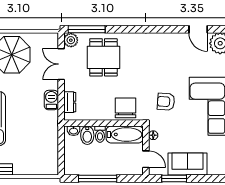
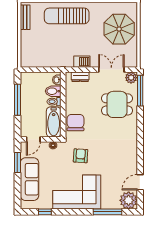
chair: (126, 108) -> (76, 123), turned -90
sofa: (187, 164) -> (29, 179), width x1.36

